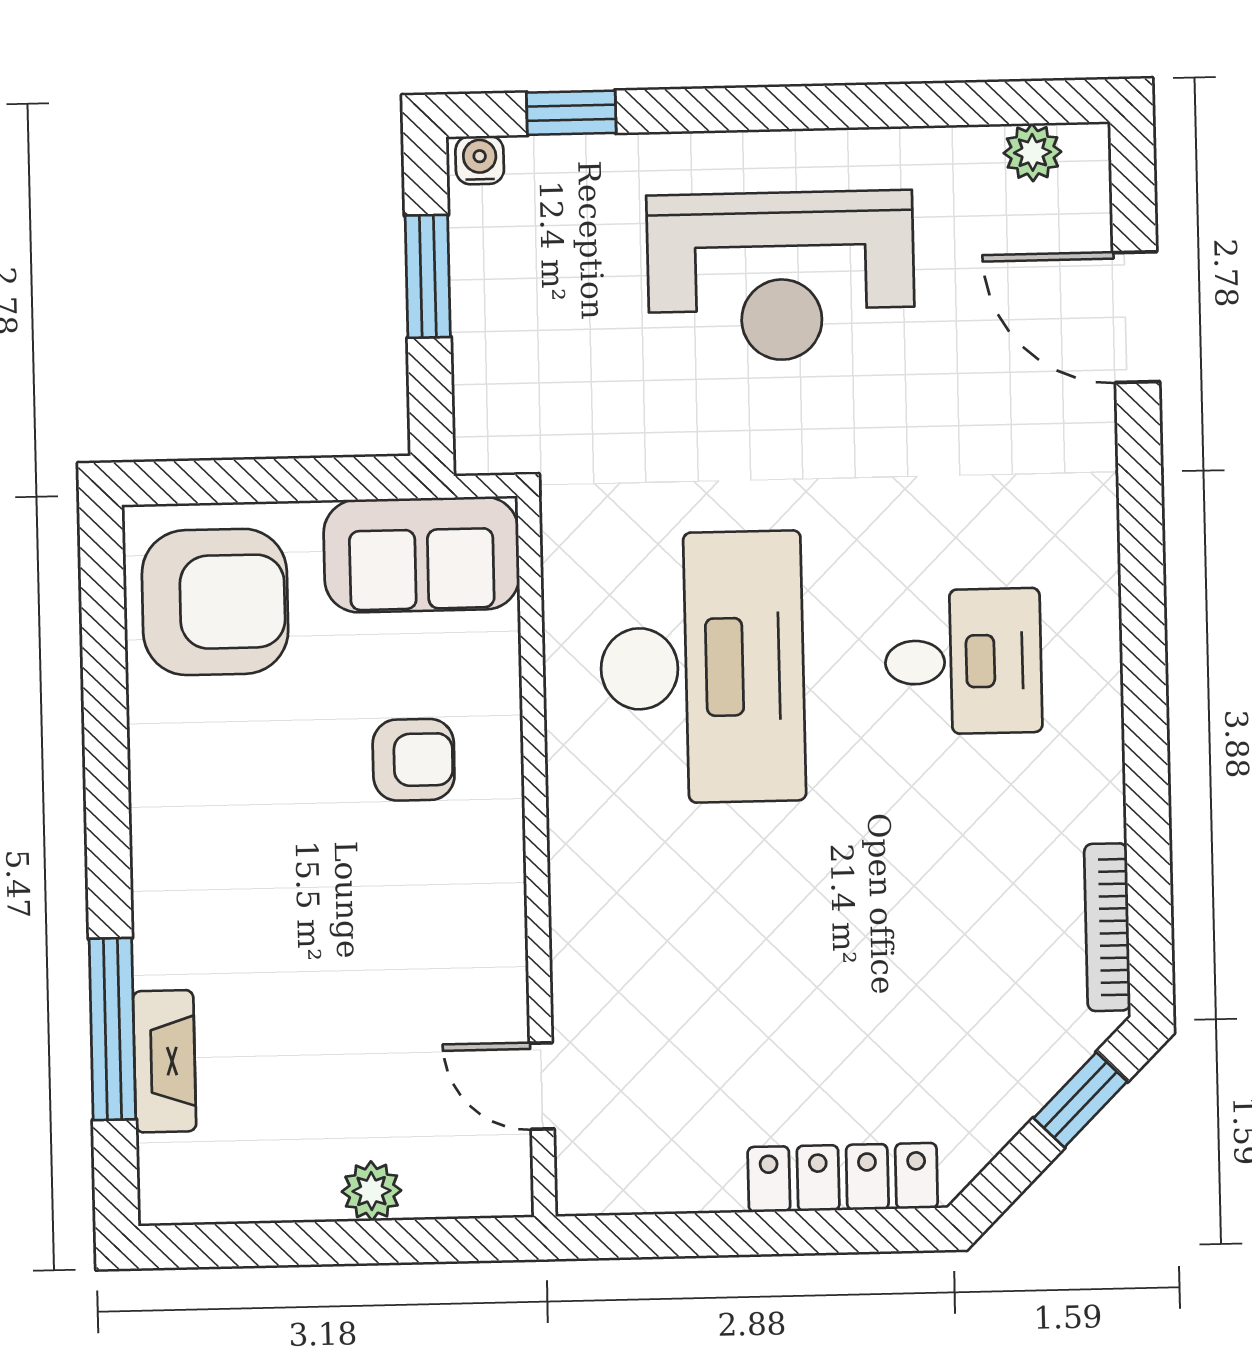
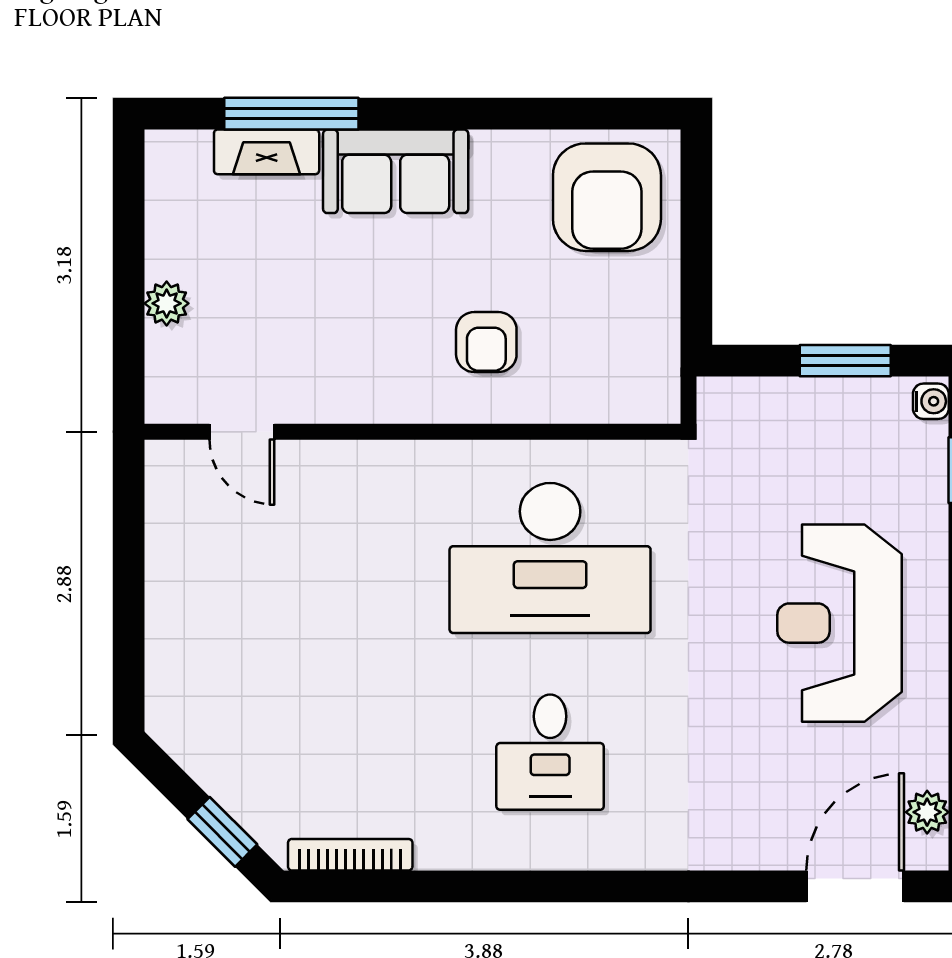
door: (1136, 317) -> (855, 886), moved
sofa: (421, 555) -> (396, 171), moved, turned -90
door: (542, 1086) -> (242, 432), swing flipped
locker: (843, 1178) -> (169, 654), removed

